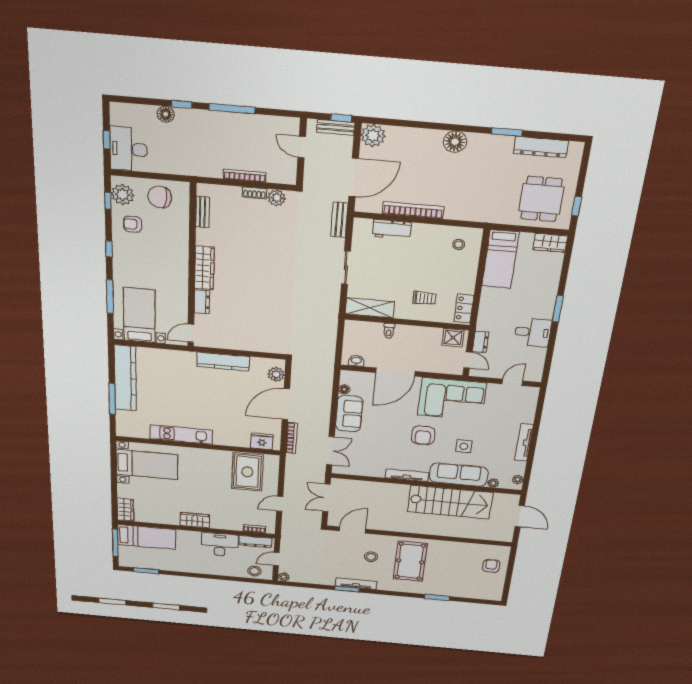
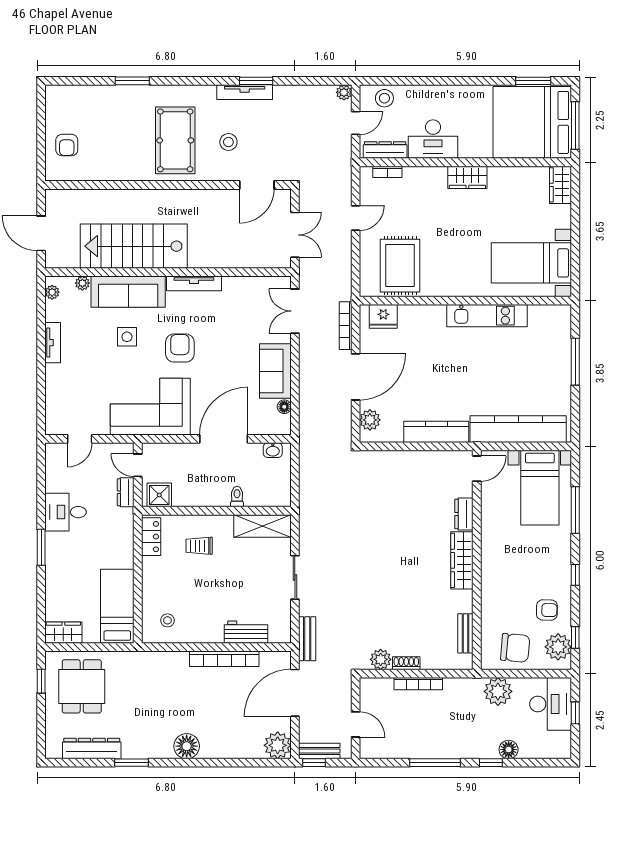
plant: (175, 163) -> (498, 691), added
kitchen counter: (125, 378) -> (518, 429), moved, turned 90
tv unit: (524, 442) -> (53, 343), width x0.71
bed: (147, 537) -> (532, 122), width x2.04

